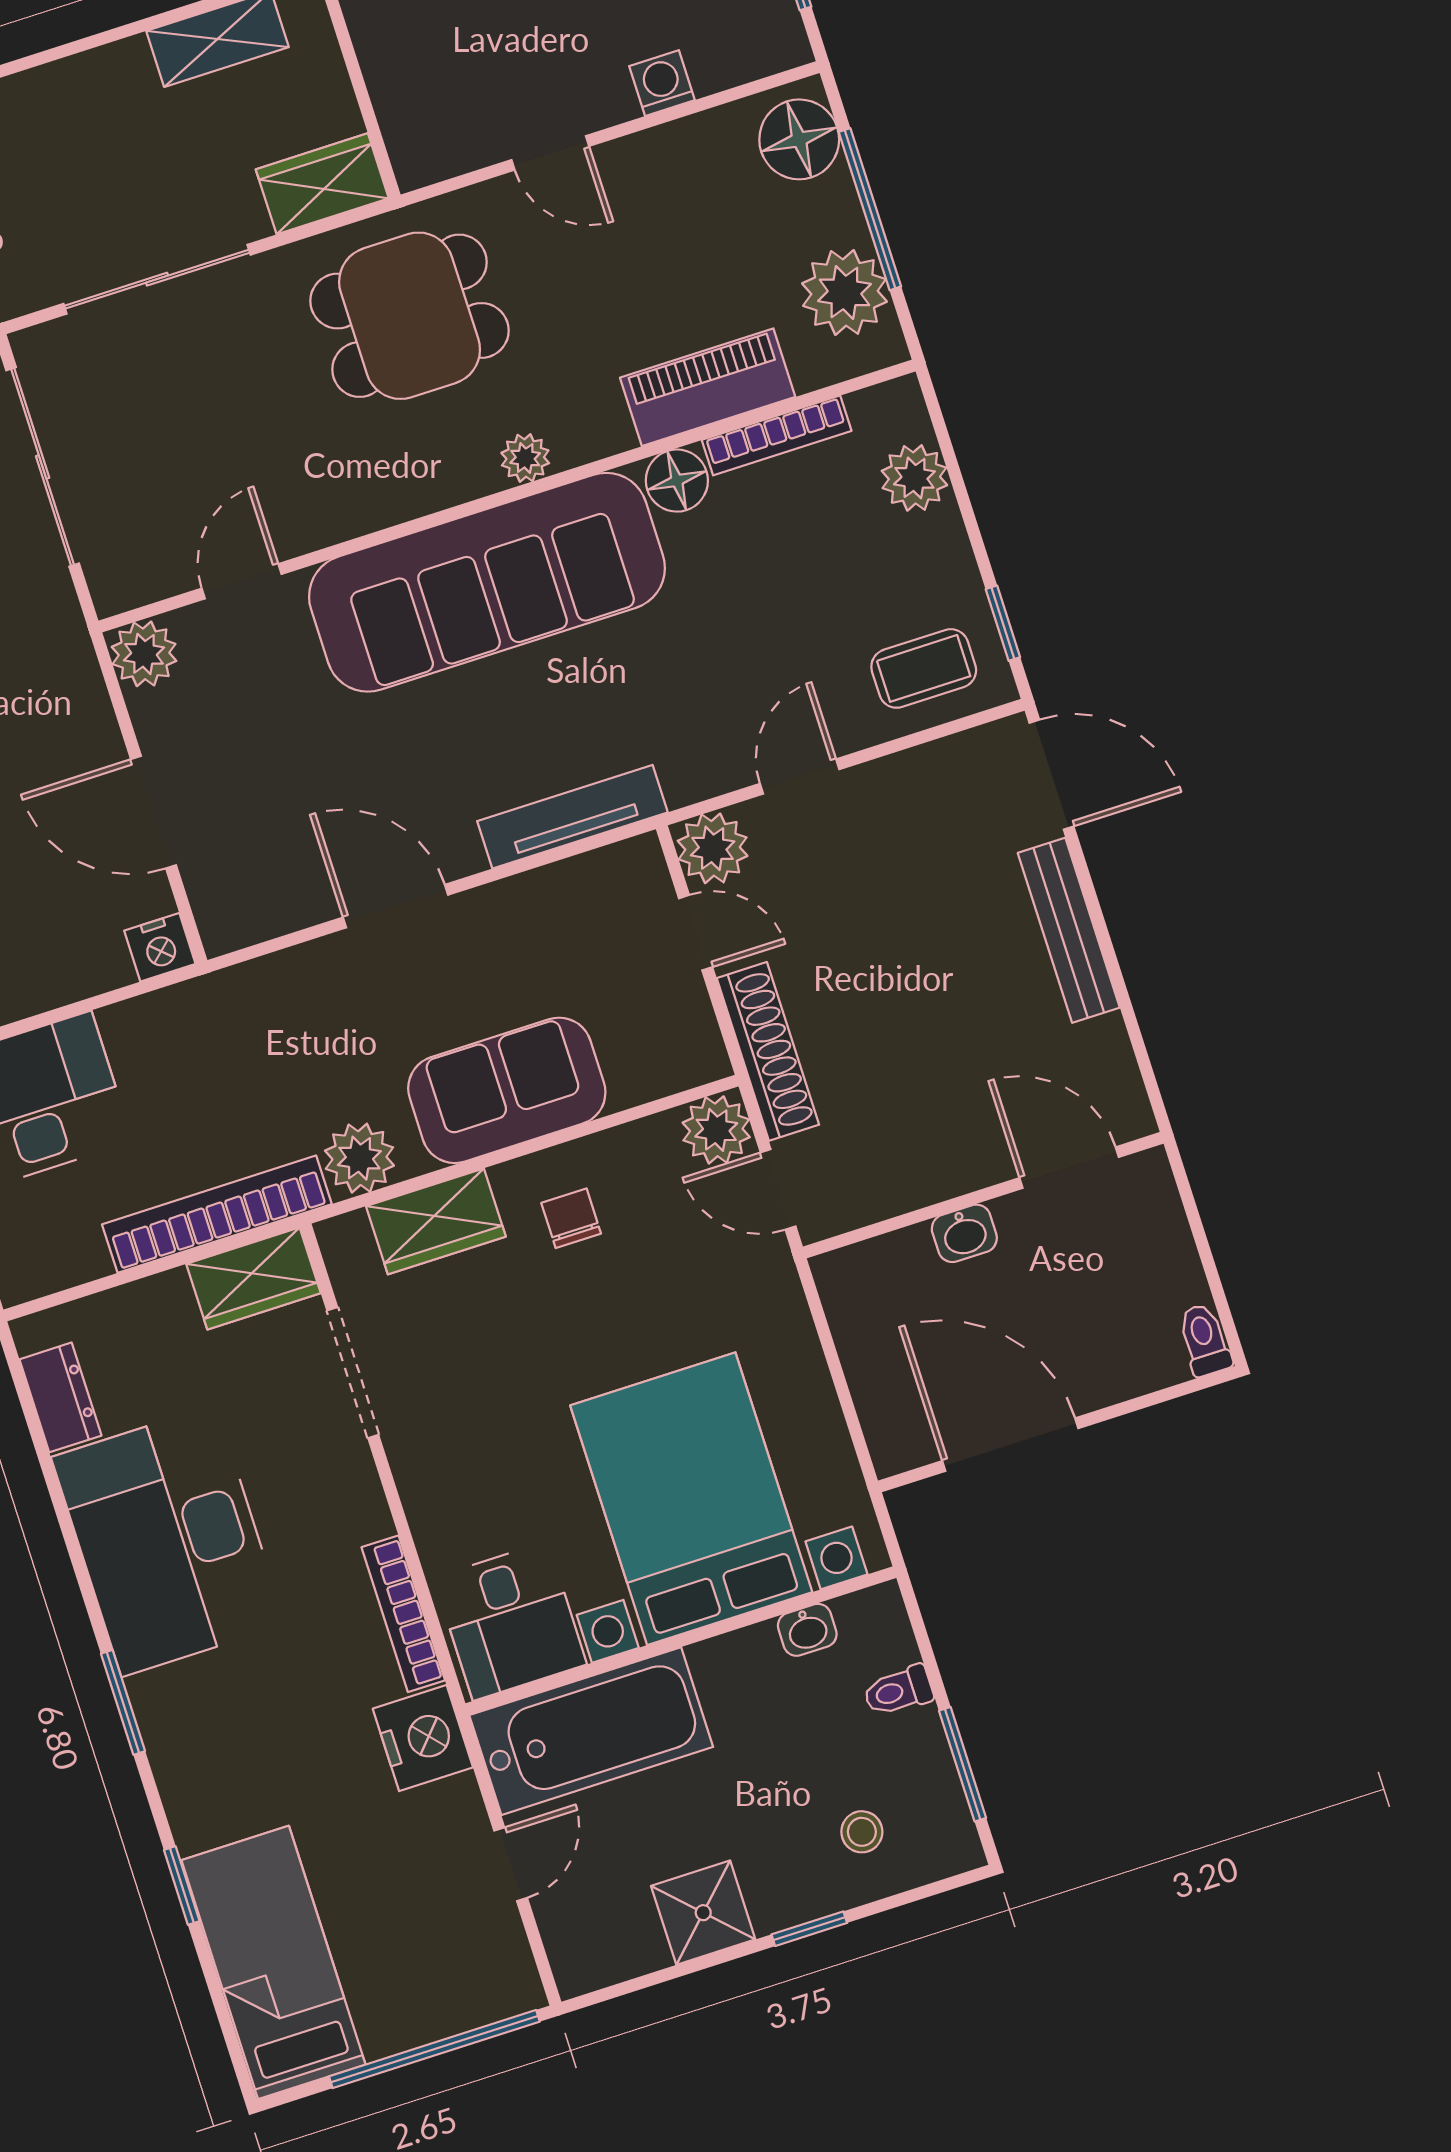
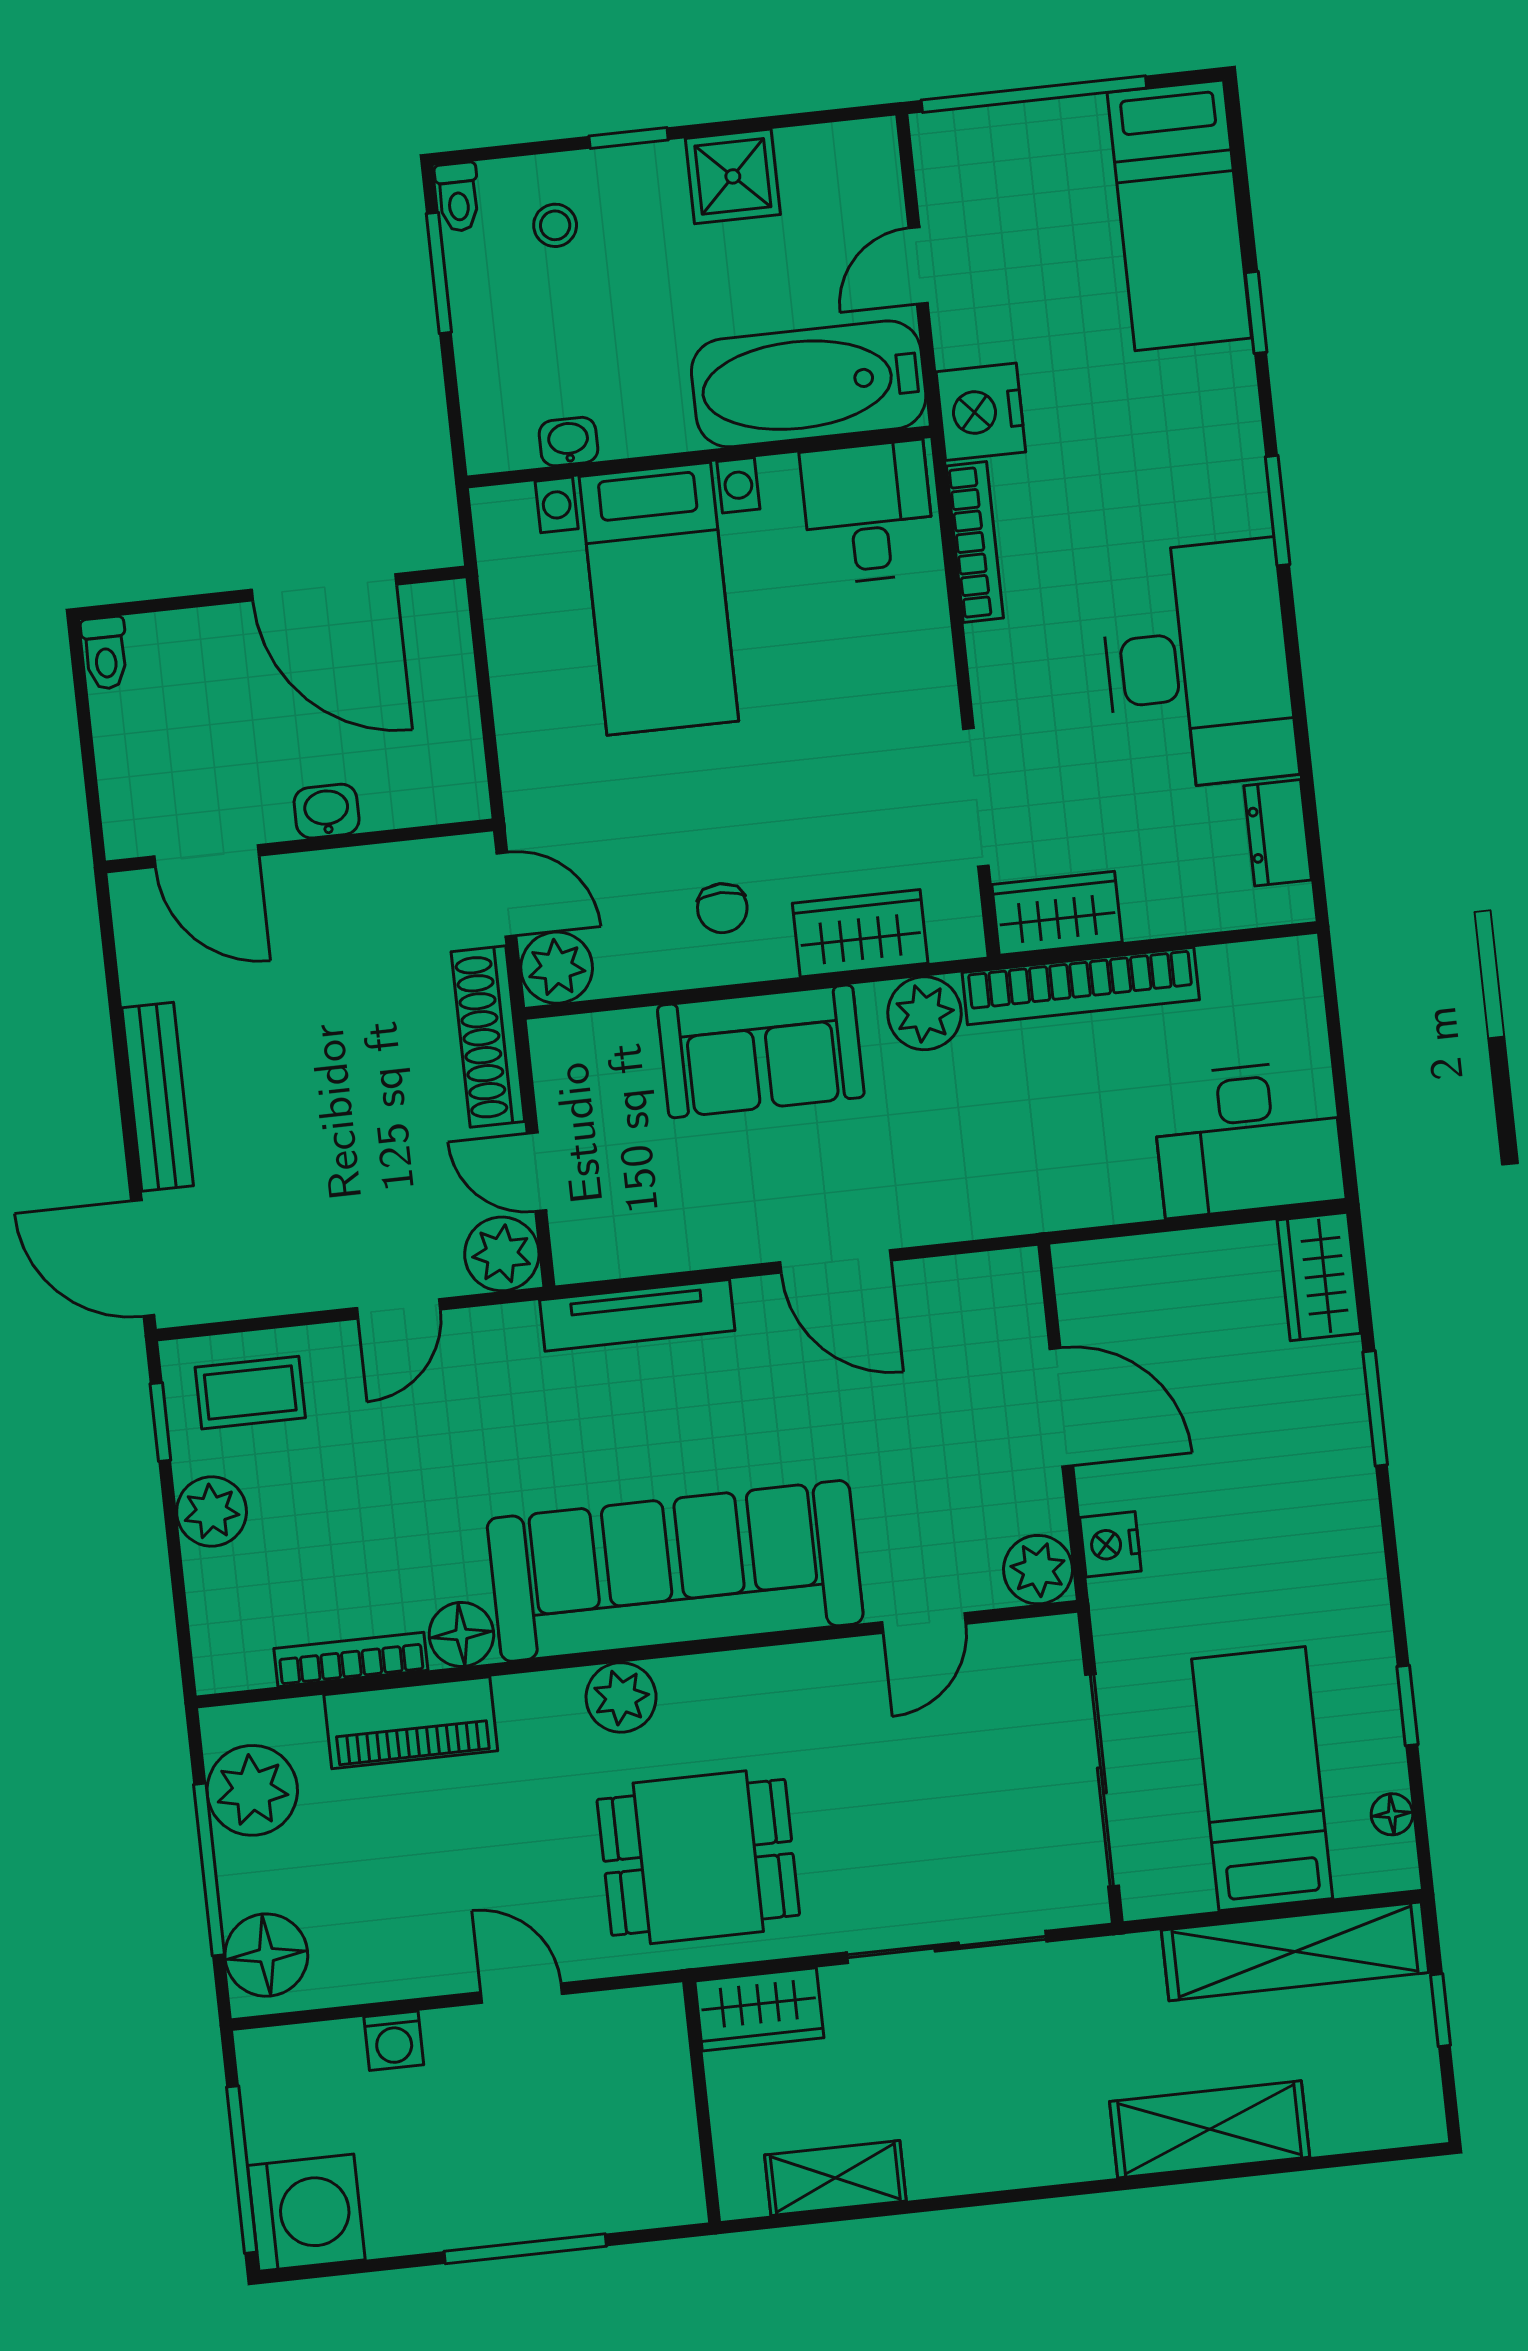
plant: (525, 458) -> (621, 1697), width x1.38, depth x1.38
plant: (914, 478) -> (212, 1512), moved
nightstand: (160, 947) -> (1110, 1544), moved, turned -90
bed with nightstands: (691, 1499) -> (659, 599), width x0.73
toilet: (898, 1691) -> (458, 197), moved, turned 90

